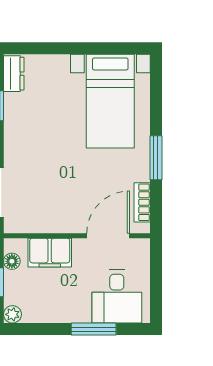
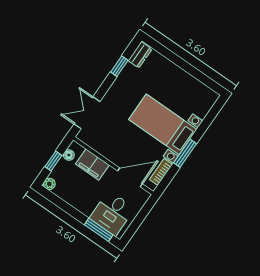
bed with nightstands: (110, 101) -> (163, 124), moved, turned 90
window: (94, 329) -> (99, 230), moved

